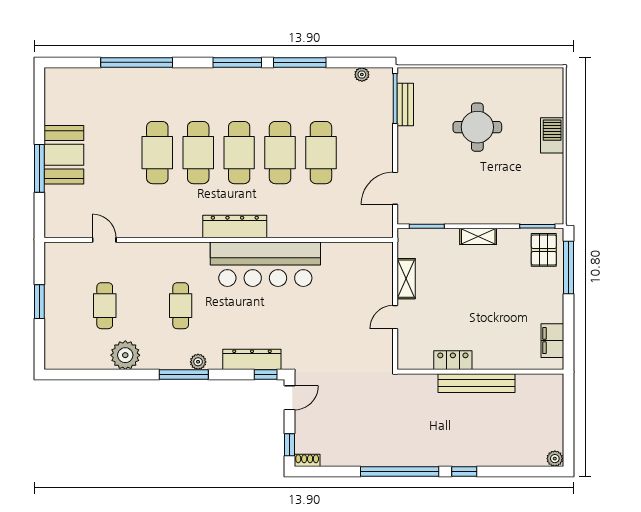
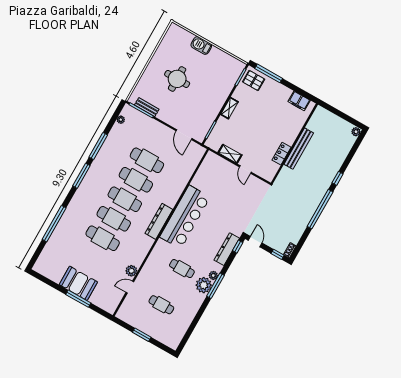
plant: (132, 227) -> (131, 271), added
plant: (125, 355) -> (204, 285), moved

